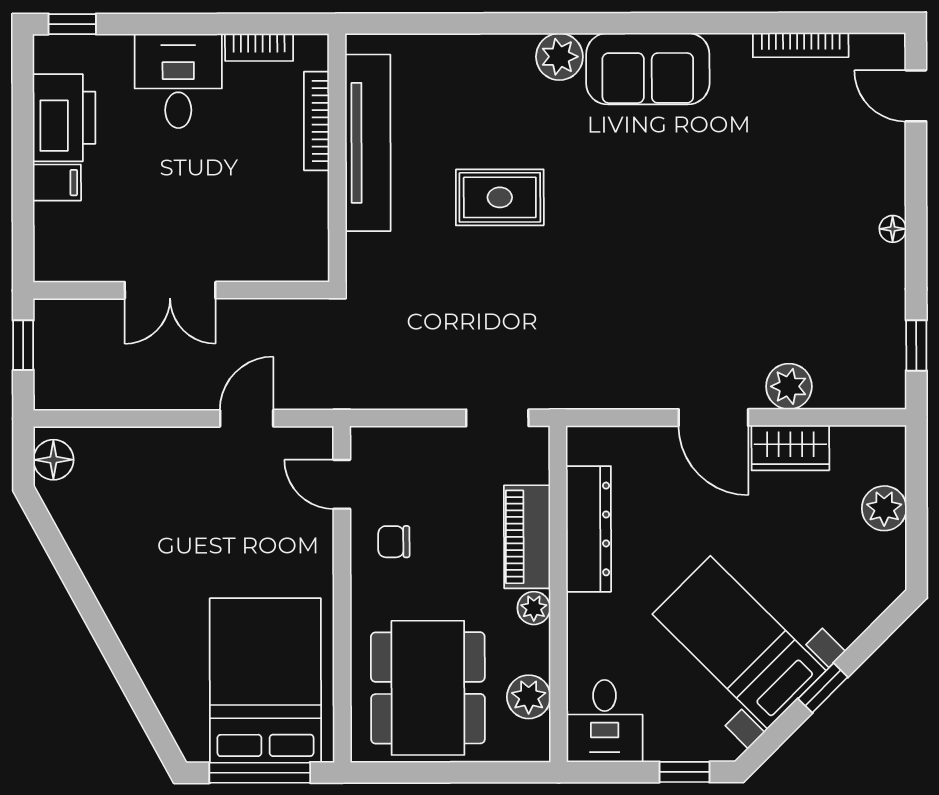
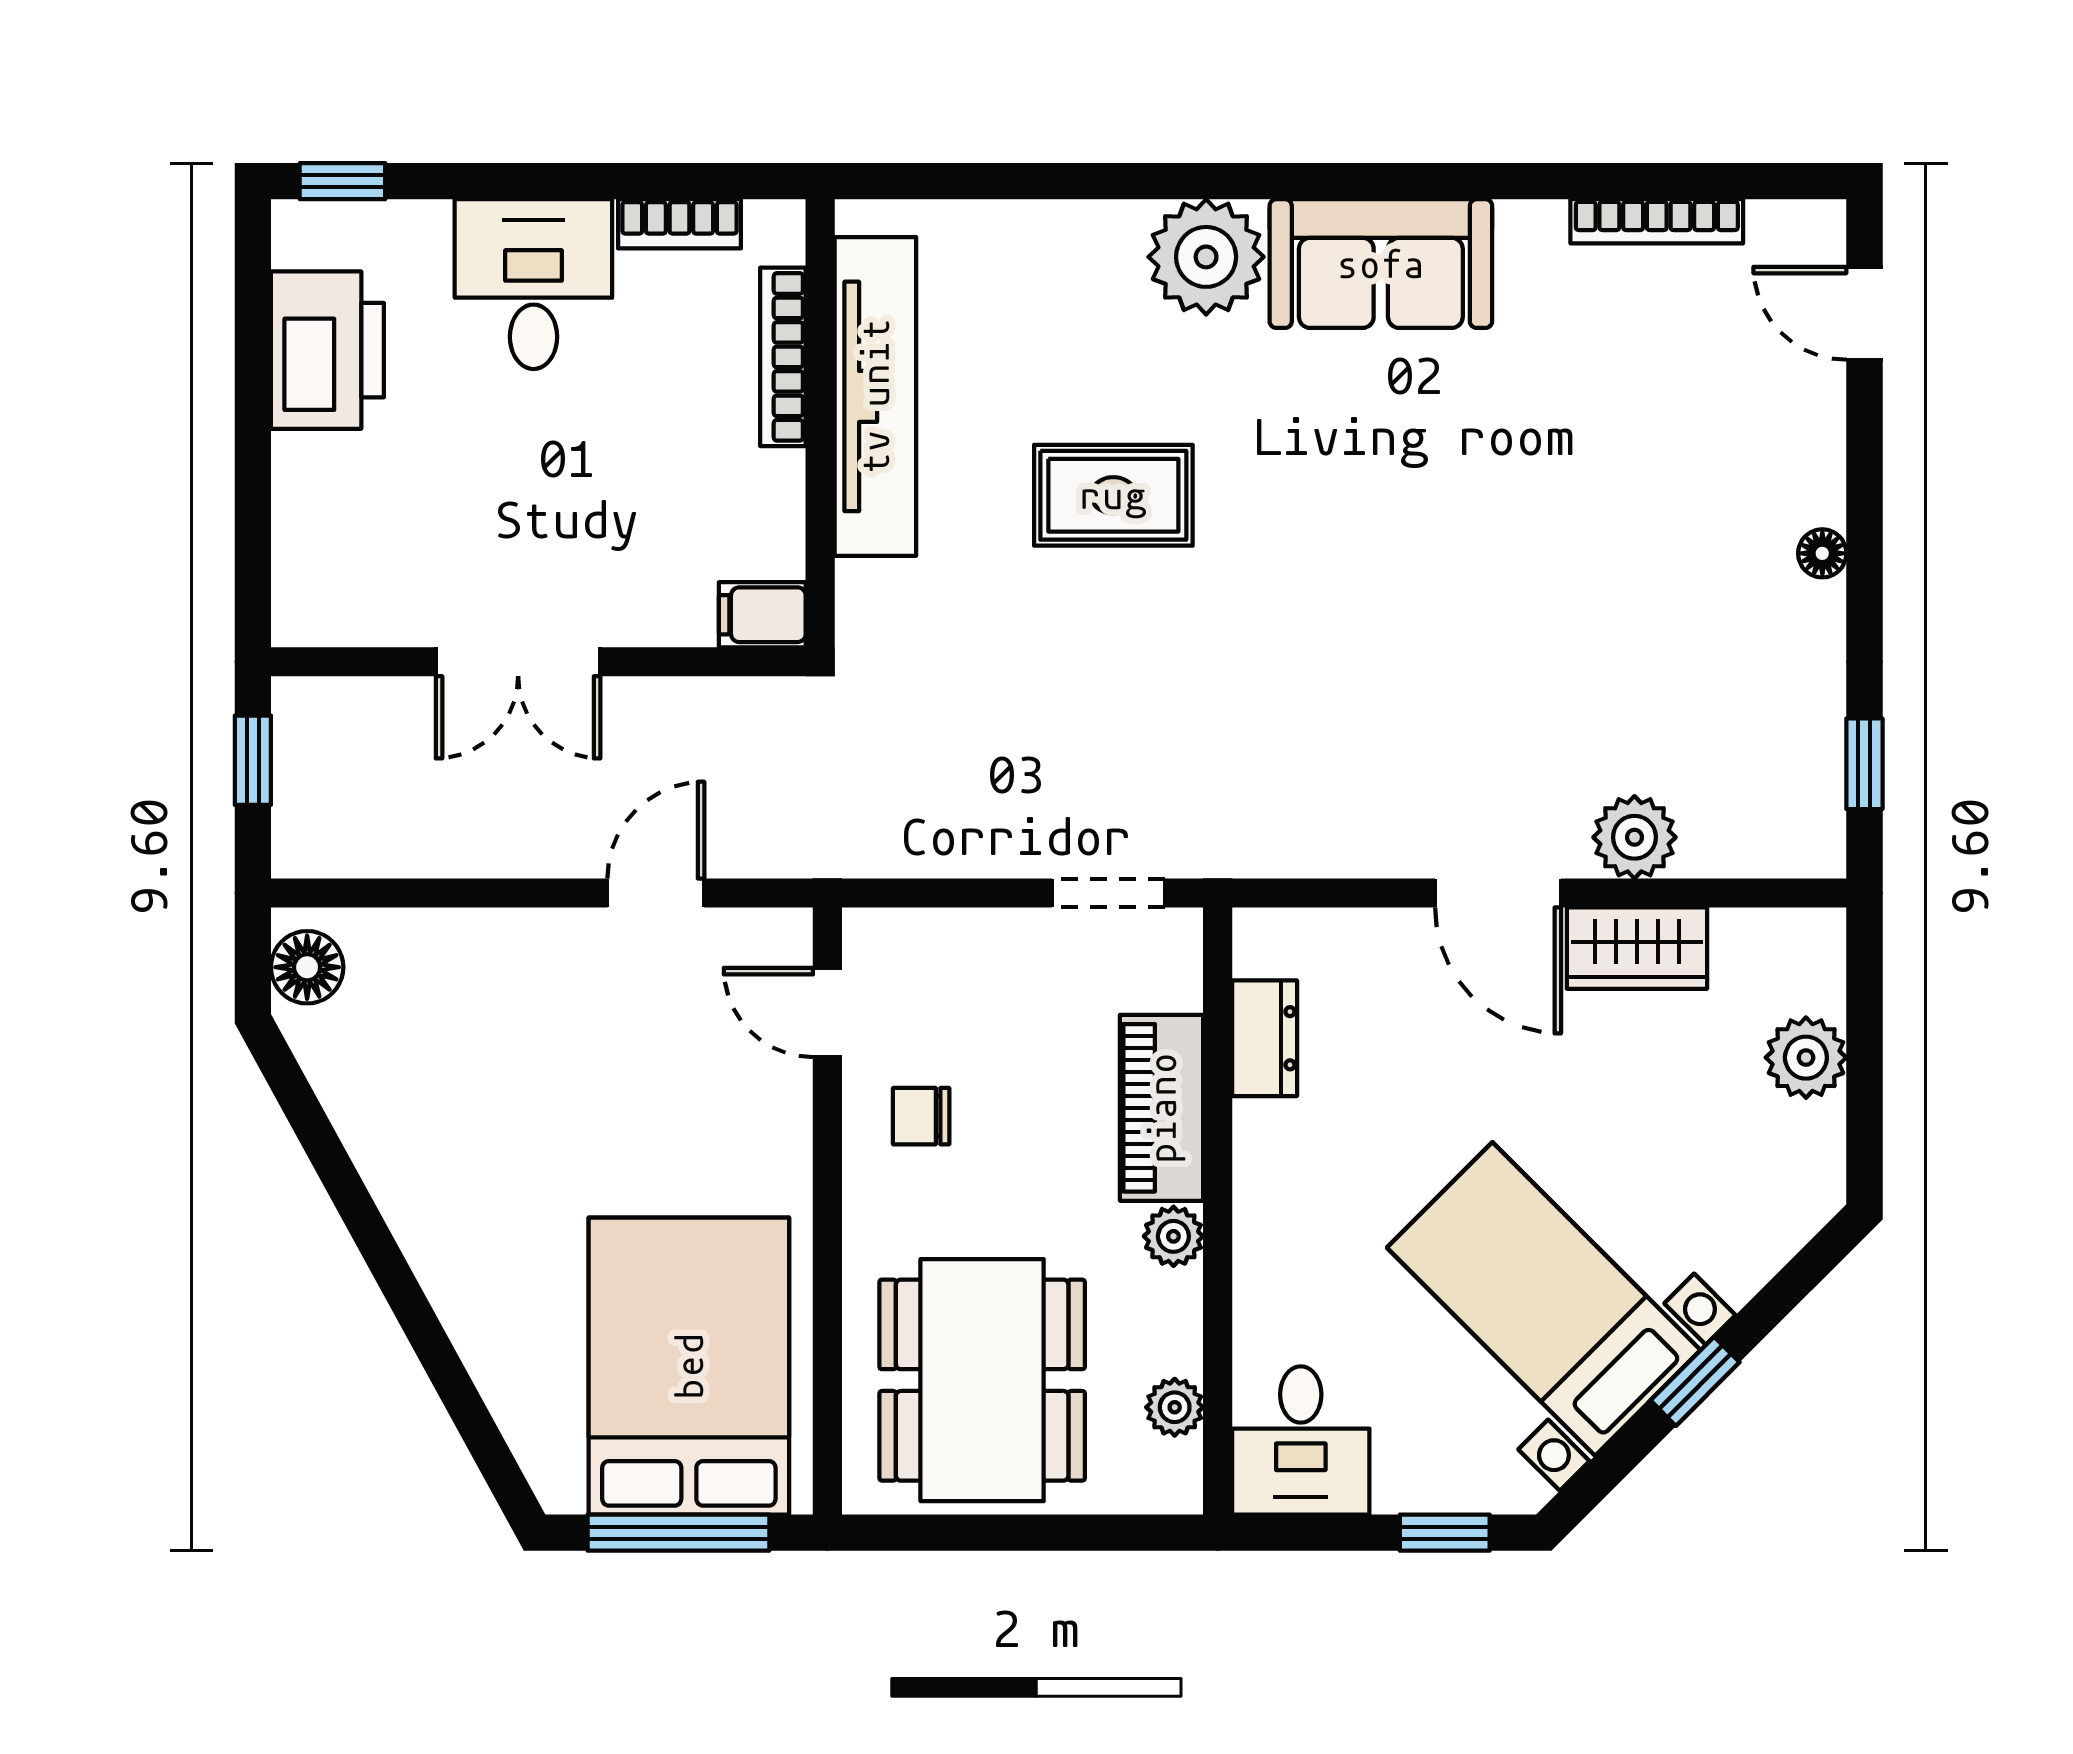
plant: (559, 57) -> (1206, 257), width x1.36, depth x1.36
filing cabinet: (57, 183) -> (762, 615), moved, turned 180
dresser: (589, 529) -> (1265, 1038), width x0.51, depth x0.80
plant: (529, 697) -> (1175, 1407), width x0.73, depth x0.73

